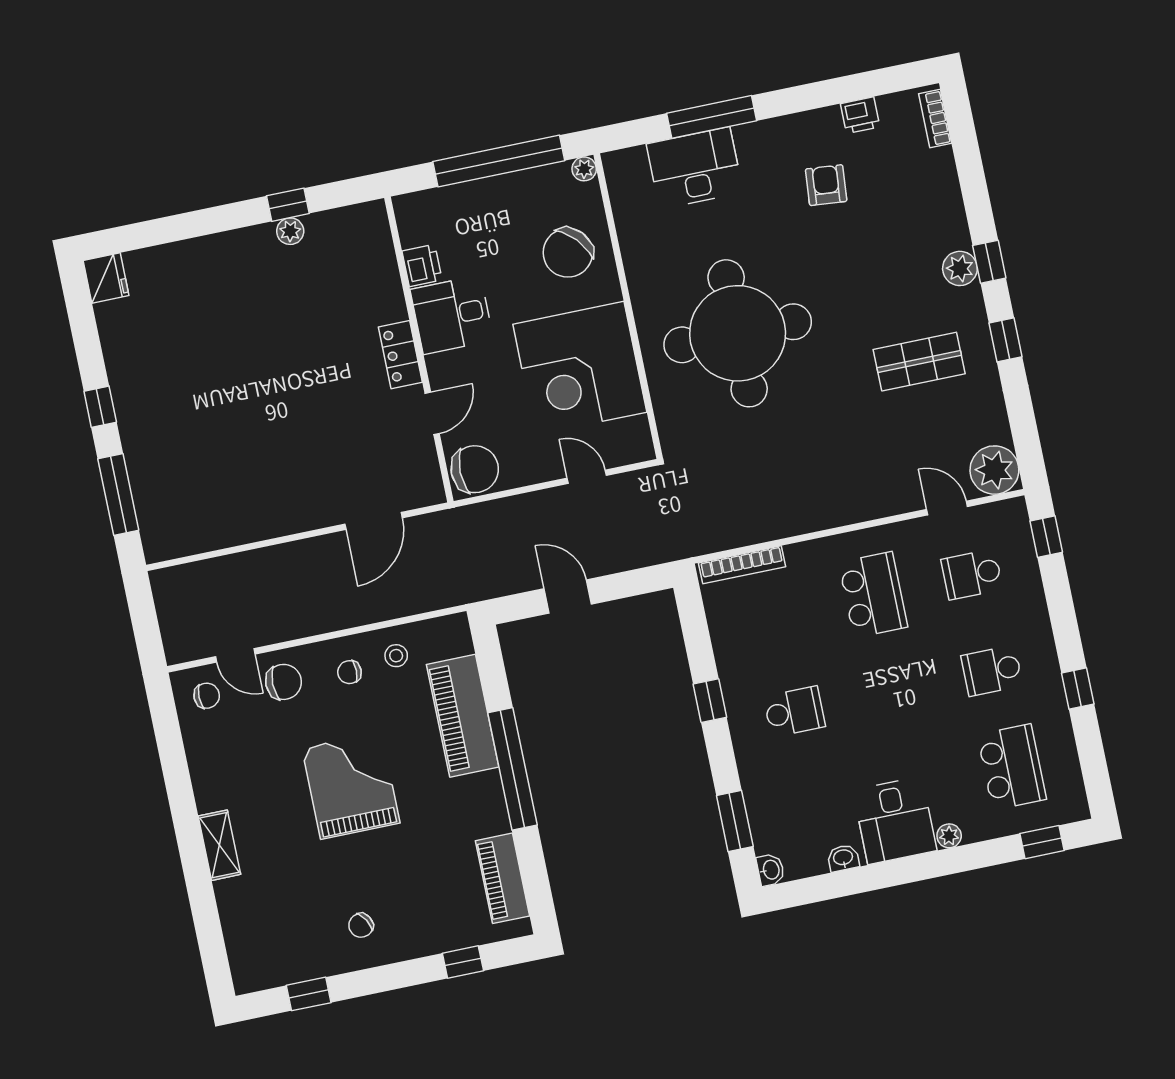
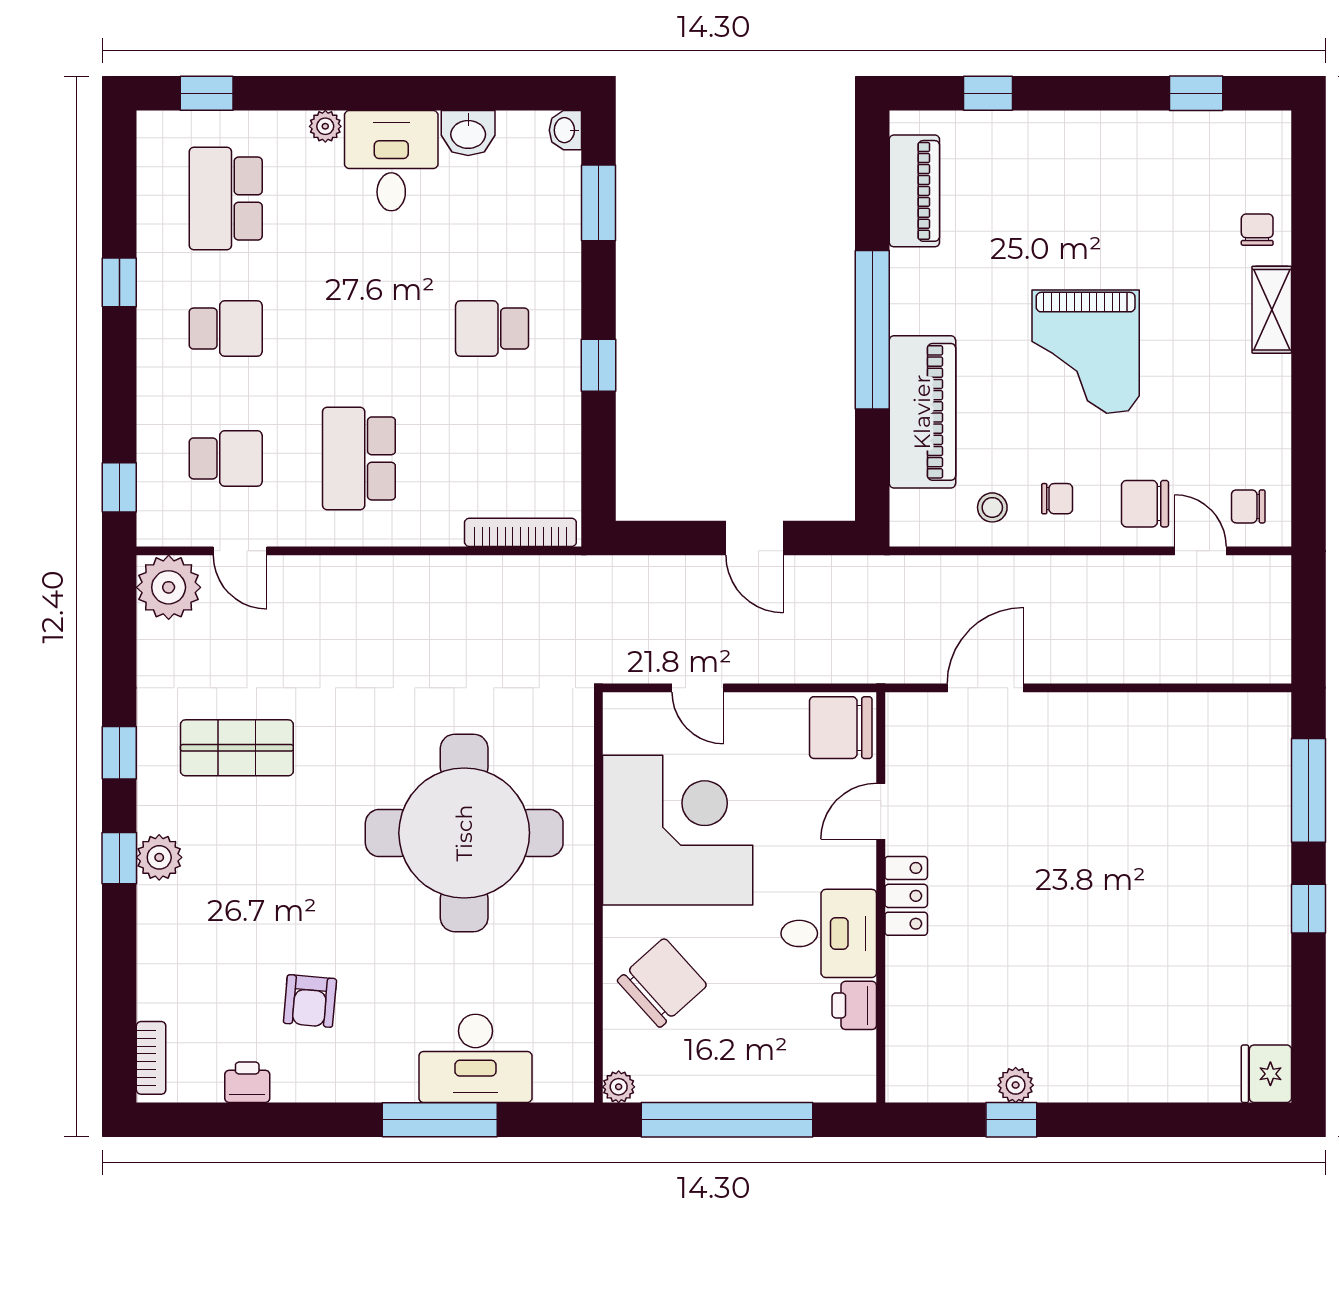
washbasin: (843, 858) -> (468, 133), width x1.38, depth x1.45
chair: (361, 925) -> (1257, 230), moved, turned -59

